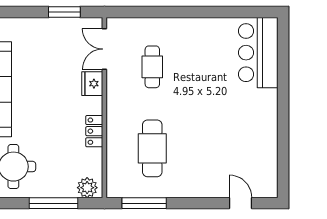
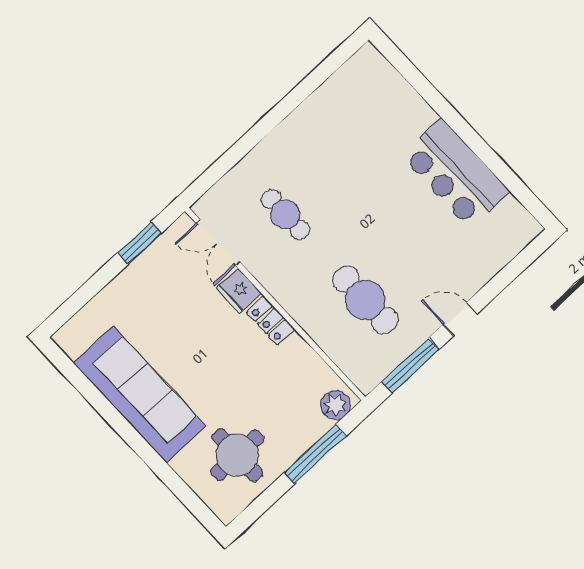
bar counter: (258, 53) -> (455, 174), moved
locker: (94, 131) -> (270, 321), moved
door: (241, 203) -> (460, 319), moved

